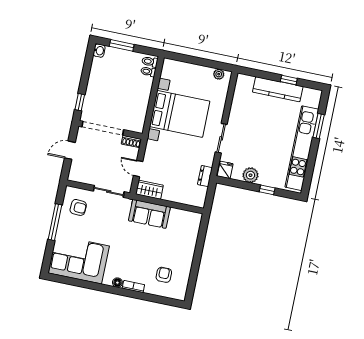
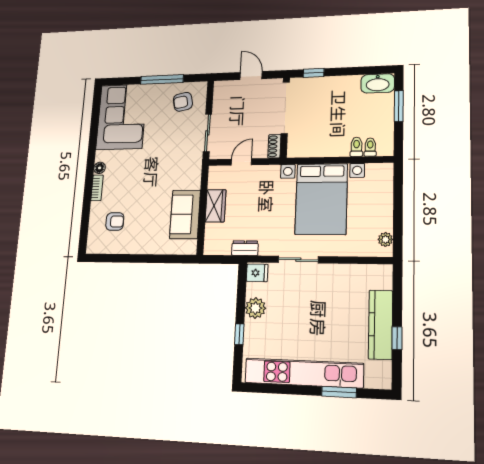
washbasin: (99, 51) -> (378, 83), width x1.91, depth x1.45
toilet: (150, 62) -> (356, 147), moved
wardrobe: (149, 190) -> (216, 206), moved
armchair: (78, 207) -> (183, 102), turned 76
sofa: (149, 214) -> (185, 214), moved

